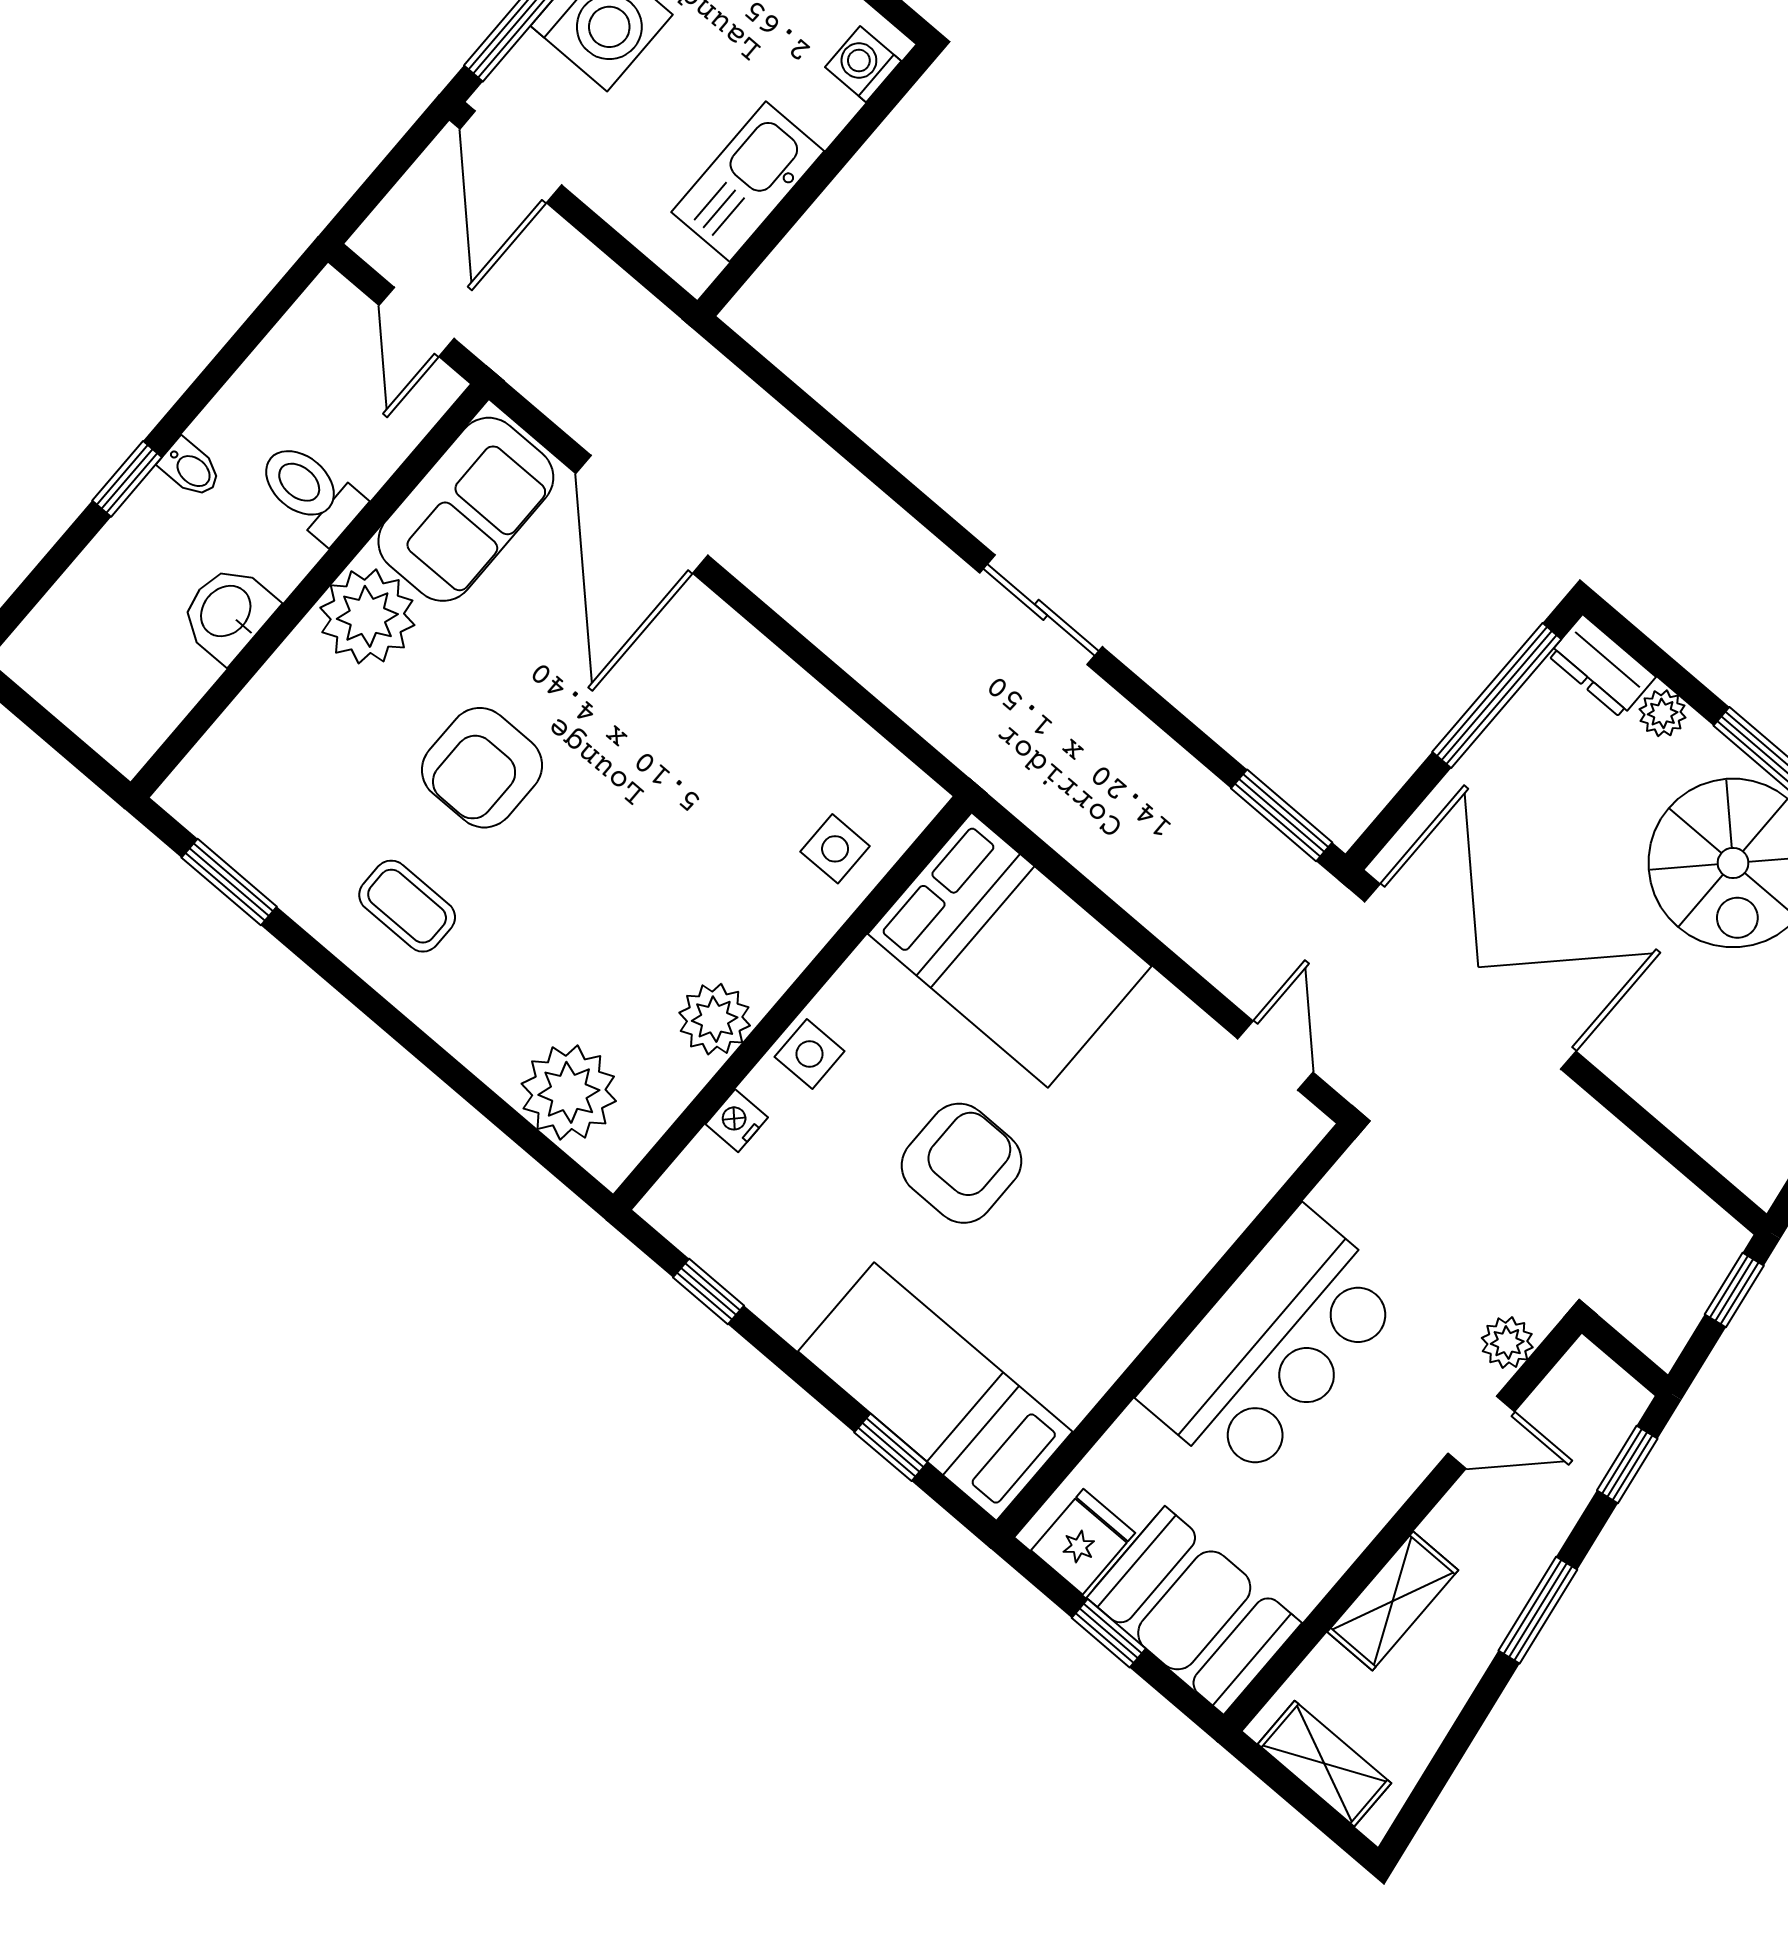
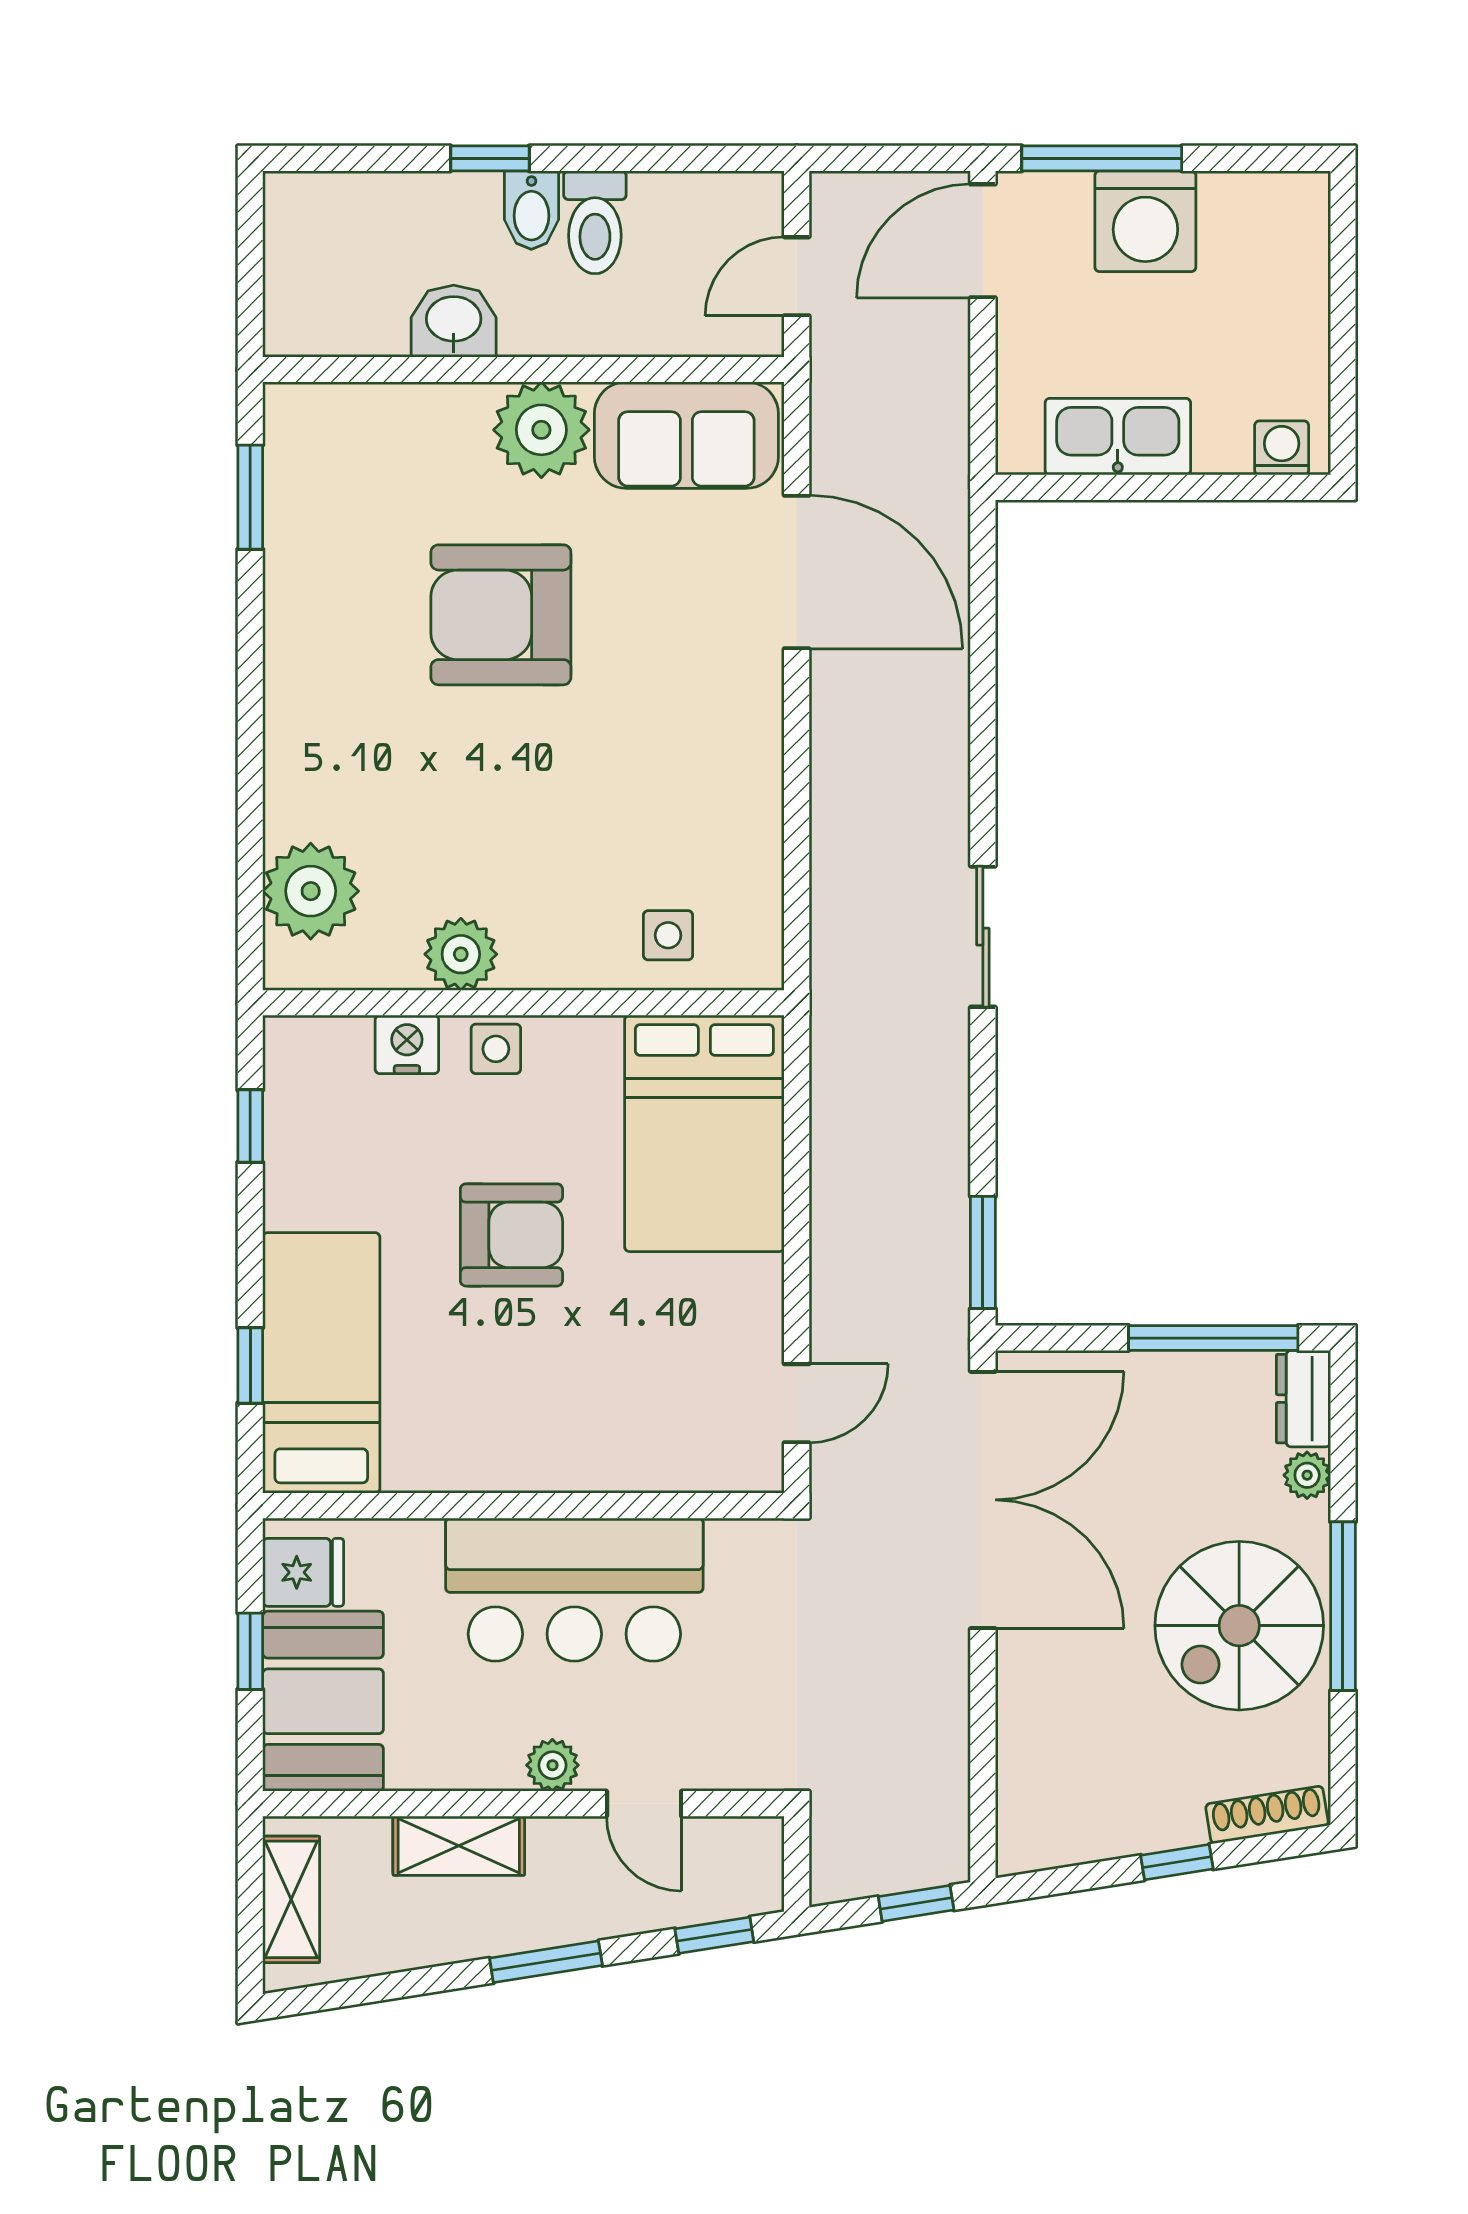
bidet: (190, 468) -> (531, 210), width x1.38, depth x1.36
toilet: (310, 492) -> (595, 222), moved, turned 180
door: (642, 514) -> (797, 572), swing flipped
armchair: (482, 768) -> (501, 615), width x1.36, depth x1.36
coffee table: (407, 906) -> (347, 648), removed
nightstand: (737, 1121) -> (407, 1044), width x1.39, depth x1.35
plant: (1507, 1343) -> (552, 1765), moved

